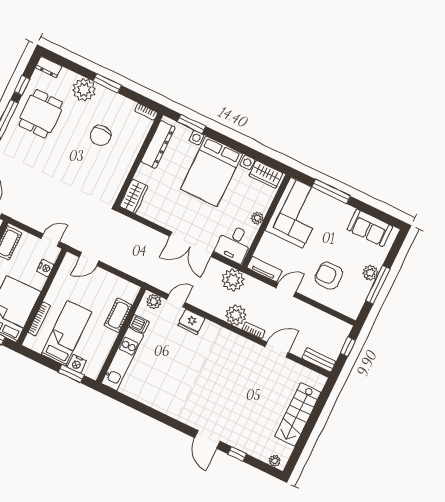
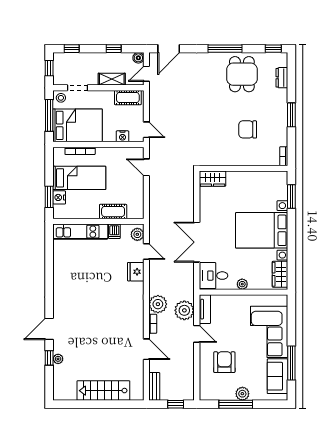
dresser: (49, 67) -> (282, 78), moved
window: (22, 85) -> (273, 49), moved
plant: (84, 90) -> (277, 99), removed
dining table: (41, 114) -> (242, 74), turned 90
dresser: (158, 145) -> (262, 178), removed
window: (331, 192) -> (291, 363), moved
corner sofa: (297, 213) -> (269, 332), moved, turned 90
plant: (233, 280) -> (184, 310), moved
plant: (275, 461) -> (58, 359), moved

